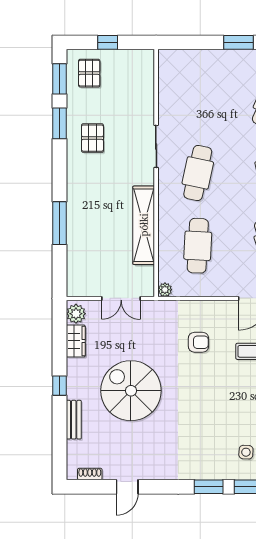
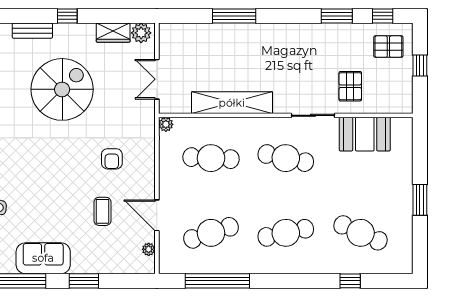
window: (59, 79) -> (383, 16), width x0.67
booth: (174, 96) -> (365, 134), added
pallet: (92, 138) -> (350, 86), moved, turned 90

